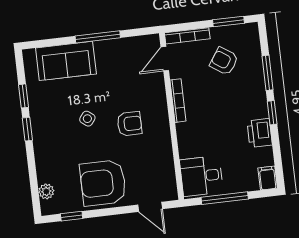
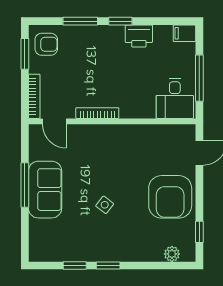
sofa: (66, 61) -> (45, 190), moved
armchair: (224, 61) -> (46, 44), moved, turned -124
armchair: (129, 124) -> (115, 164), removed

